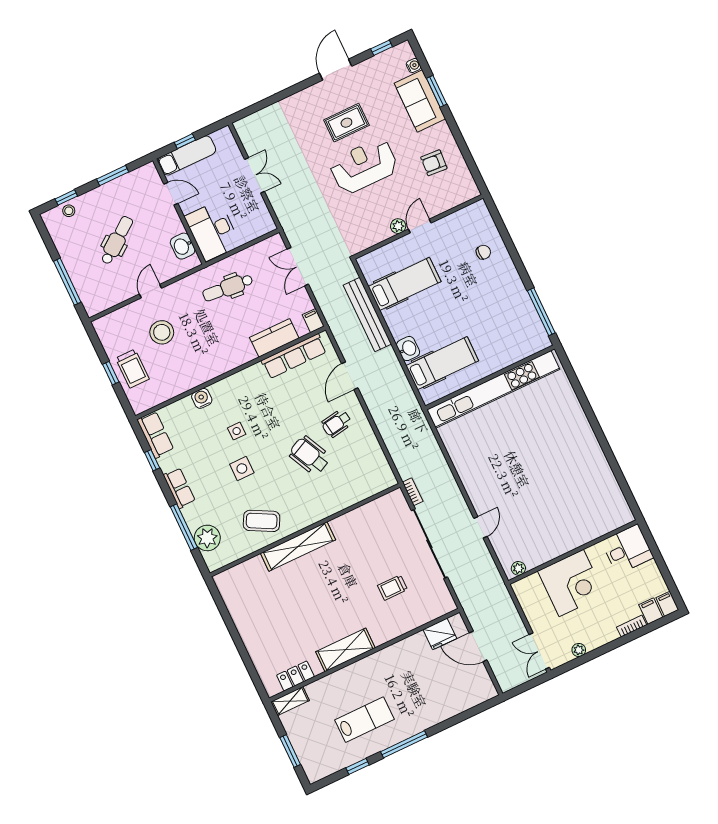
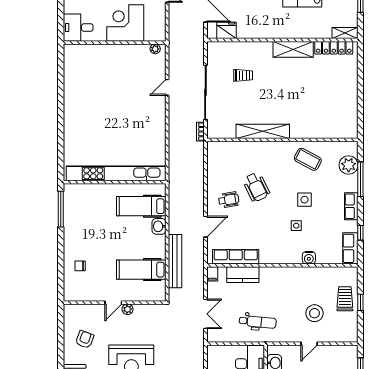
armchair: (434, 163) -> (85, 339), turned -73
shelving: (298, 546) -> (263, 131), moved
locker: (295, 676) -> (334, 48), width x1.53

